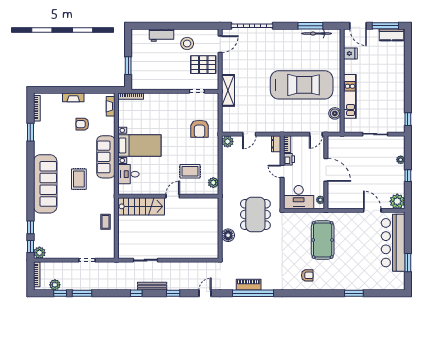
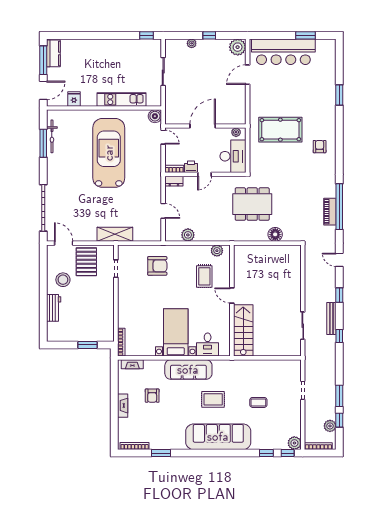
boiler: (335, 113) -> (155, 116), moved
plant: (228, 141) -> (188, 235), moved
coffee table: (105, 222) -> (258, 402), moved

